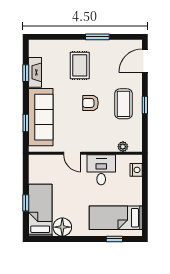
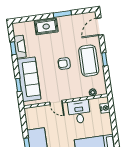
rug: (80, 65) -> (46, 27), moved, turned 90
coffee table: (124, 104) -> (89, 61), width x1.36, depth x1.32

